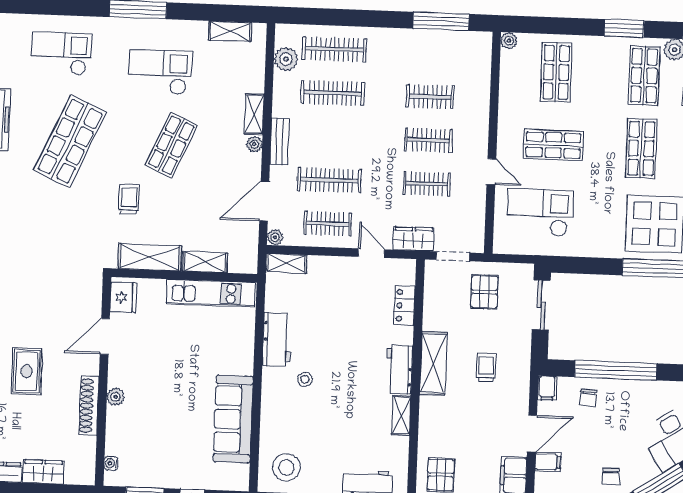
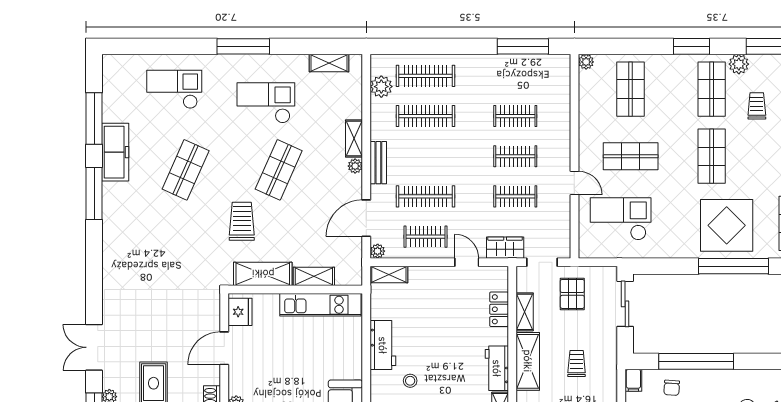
shop shelf: (70, 141) -> (186, 170), width x0.70, depth x0.74
trolley: (129, 199) -> (242, 221), width x1.36, depth x1.39
shelving: (432, 309) -> (525, 312), added

